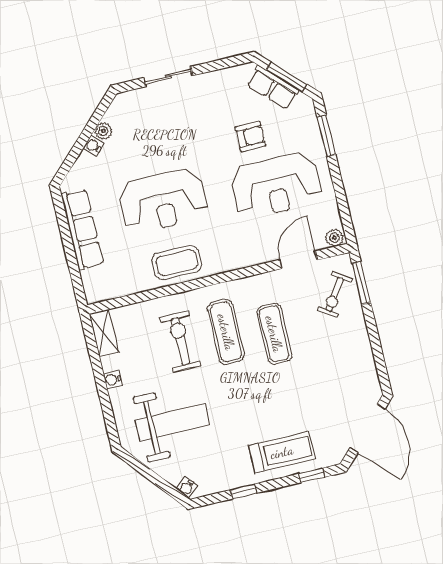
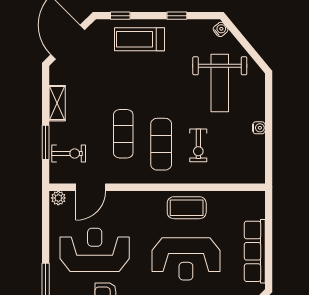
reception desk: (163, 201) -> (186, 259), turned 180
window: (361, 283) -> (46, 142), moved
exercise bike: (335, 294) -> (69, 154), turned 56
shelving: (104, 333) -> (57, 103), moved
exercise bike: (181, 341) -> (198, 145), width x0.73, depth x0.72
weight bench: (172, 422) -> (220, 83), turned -90

